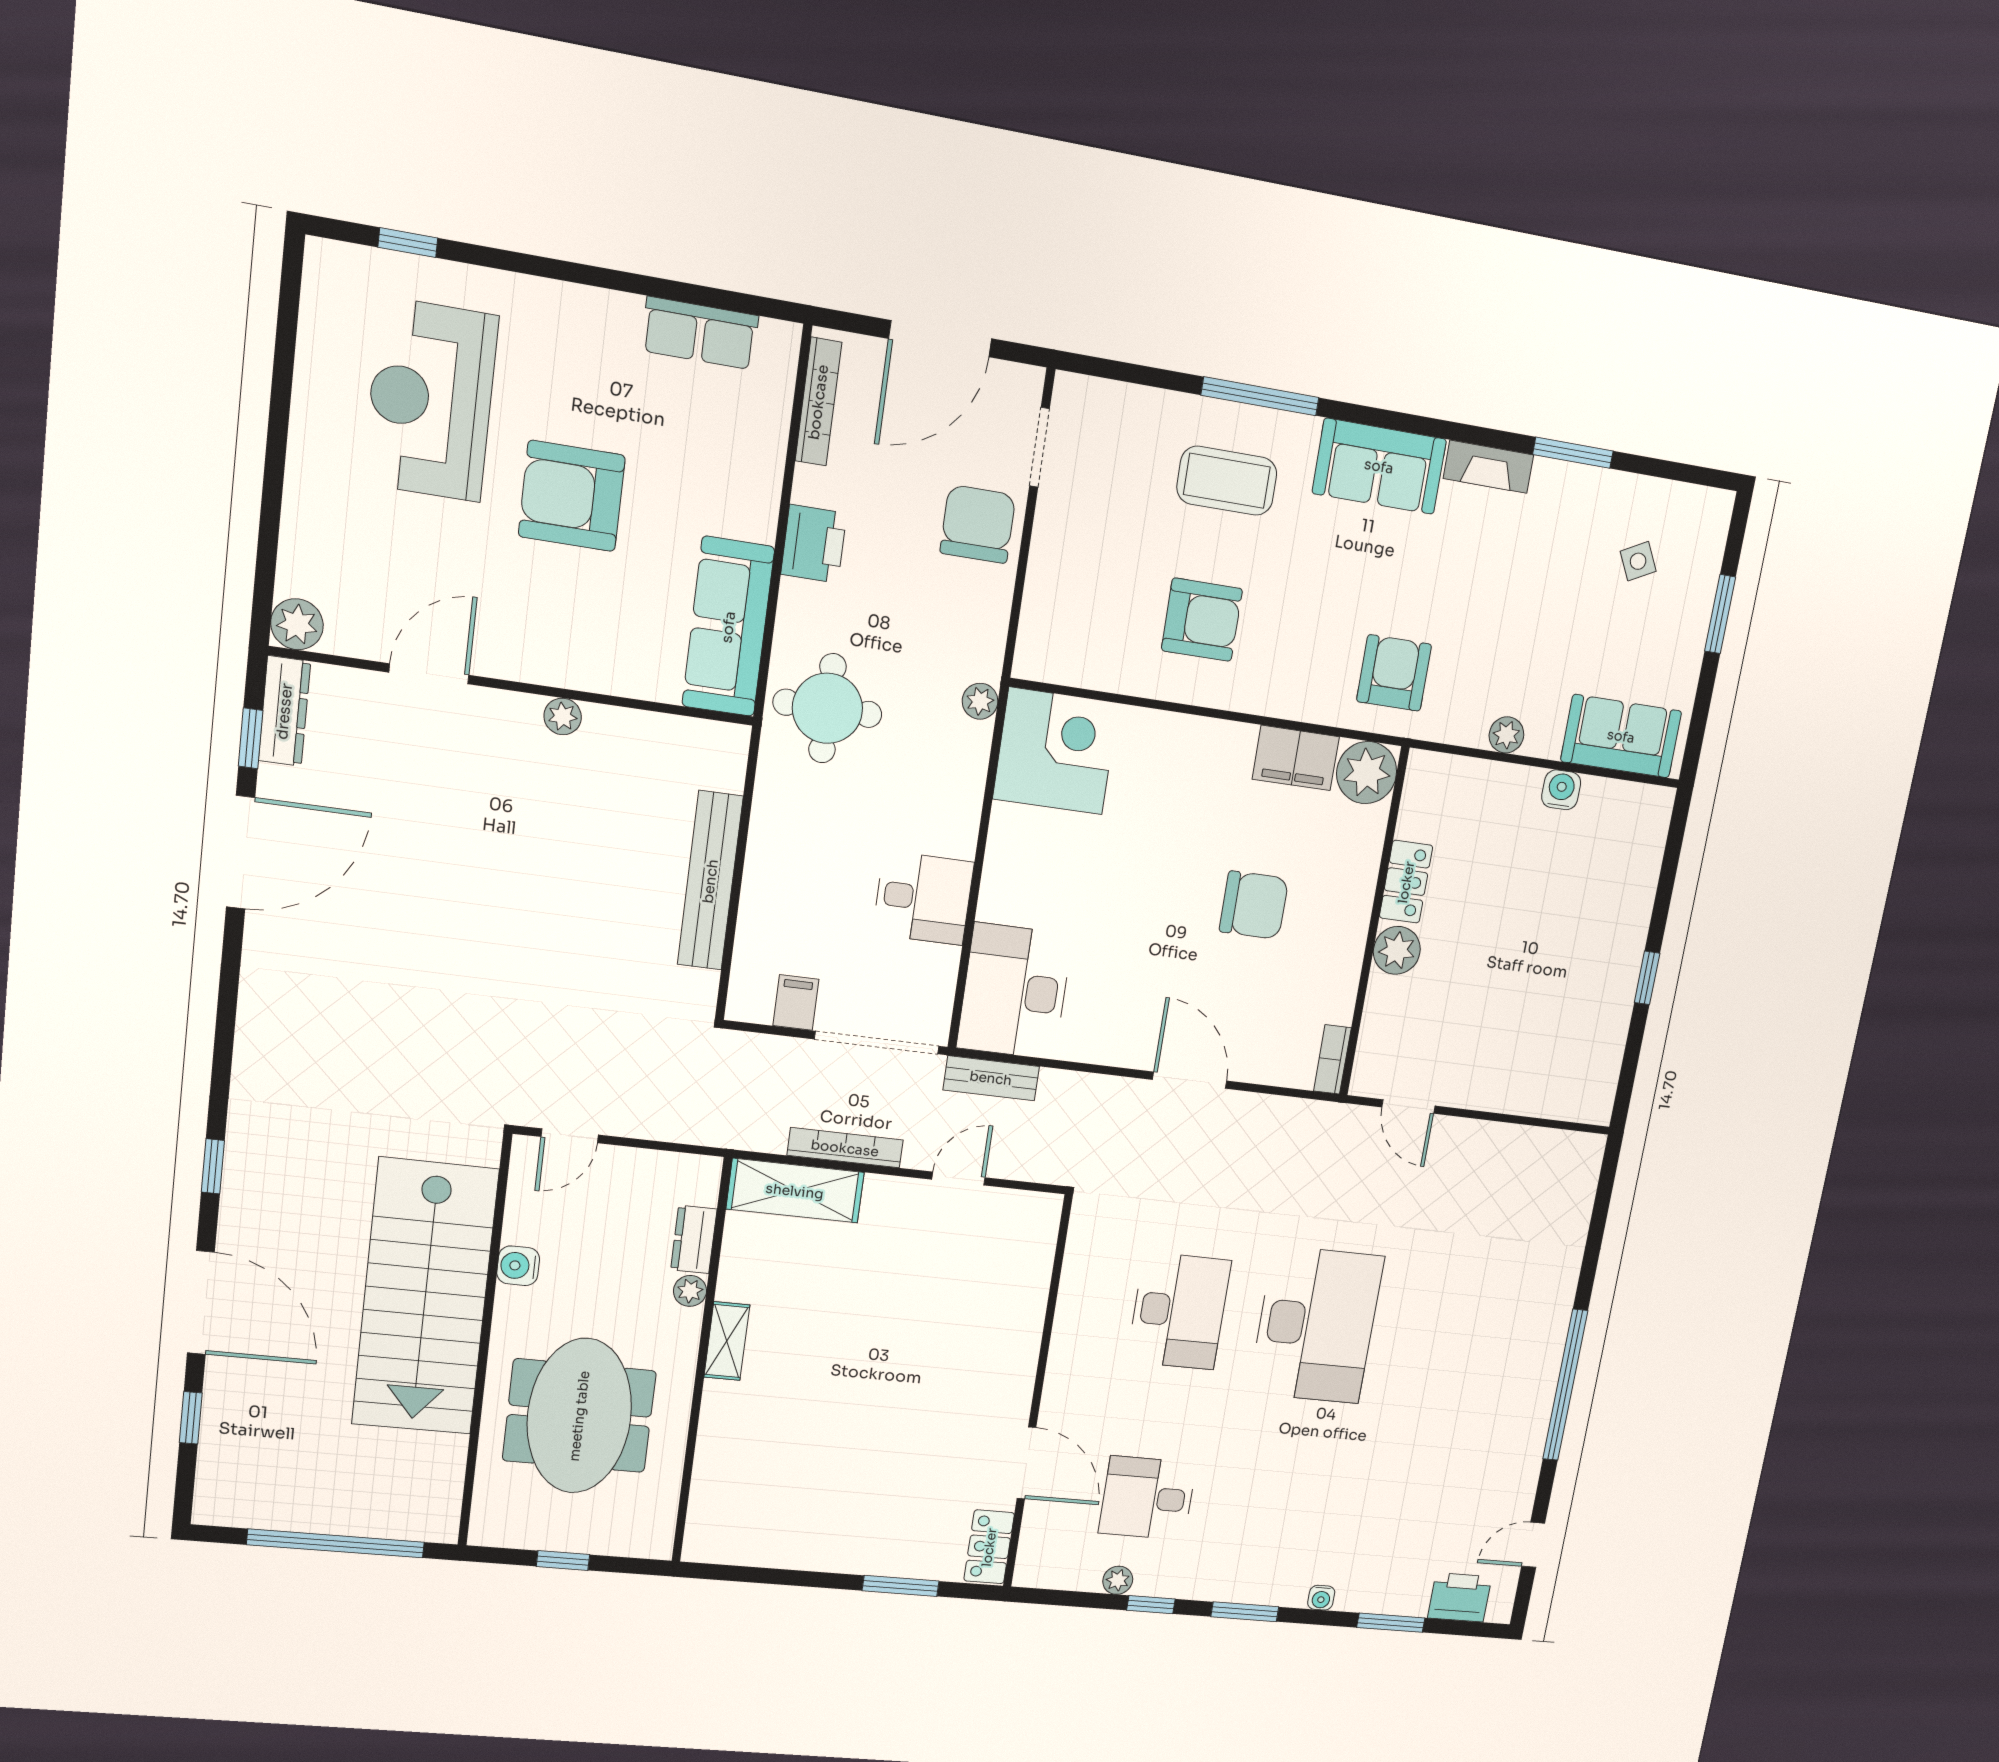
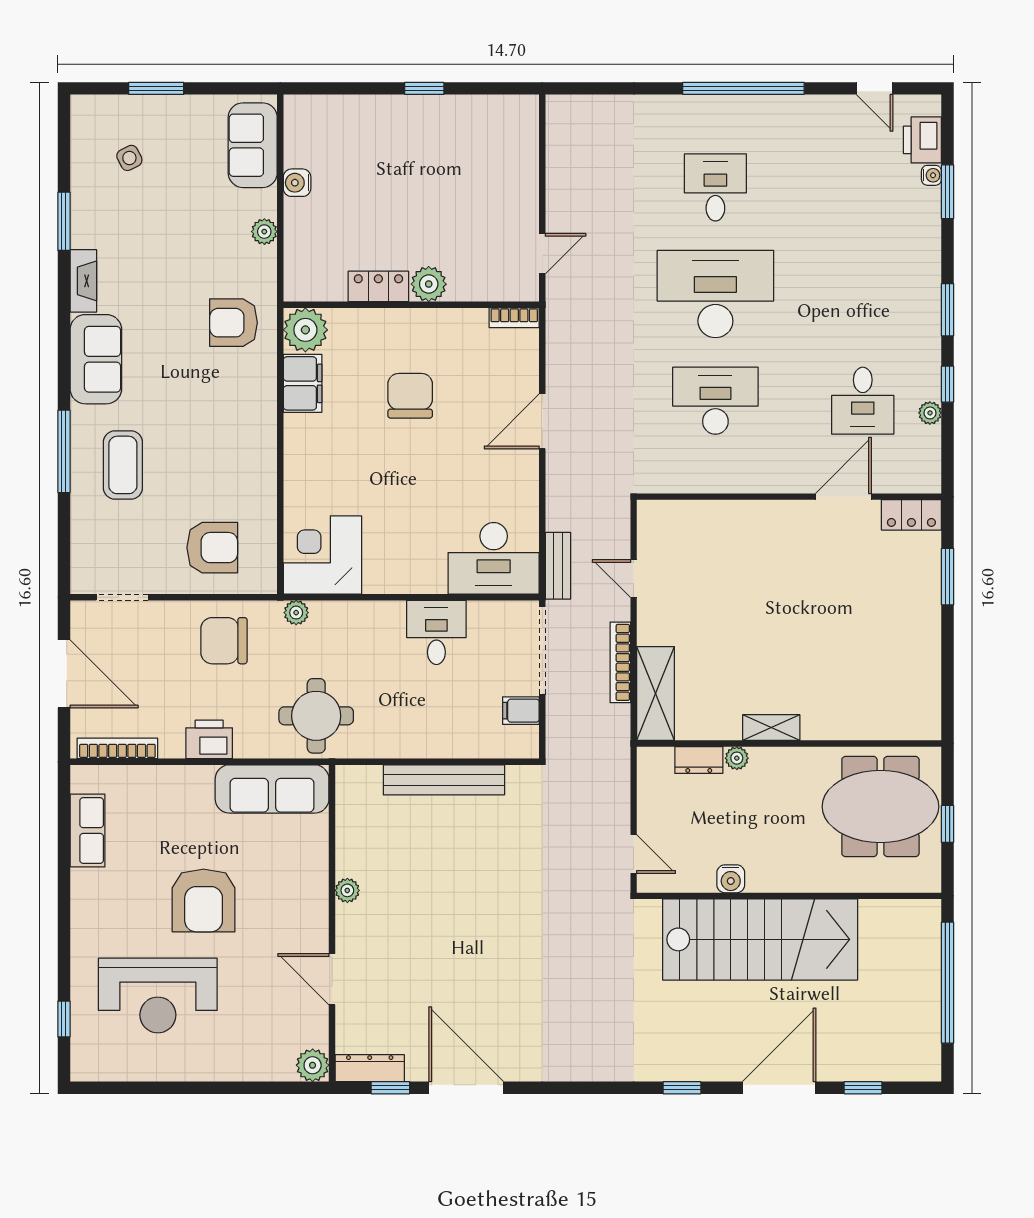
chair: (978, 524) -> (224, 641), moved
armchair: (1202, 620) -> (212, 548), moved, turned 90
desk: (1450, 1338) -> (715, 187), added
meeting table: (579, 1416) -> (880, 807), moved
water cooler: (1321, 1598) -> (931, 175), moved

